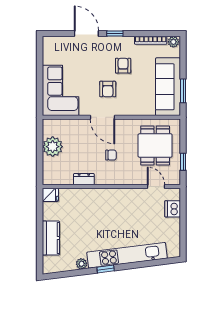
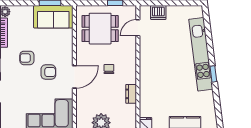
sofa: (168, 87) -> (53, 17), width x0.73
plant: (82, 264) -> (209, 96), removed

